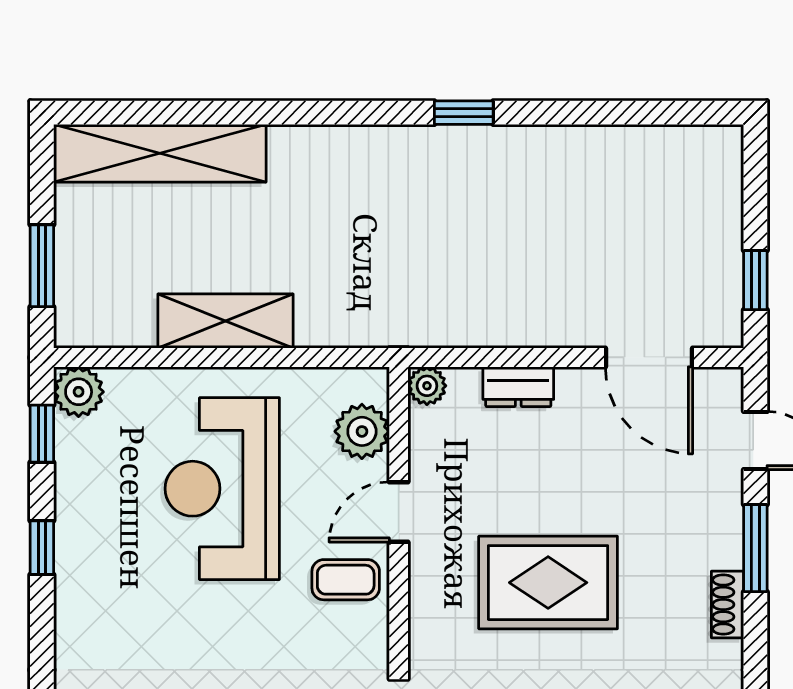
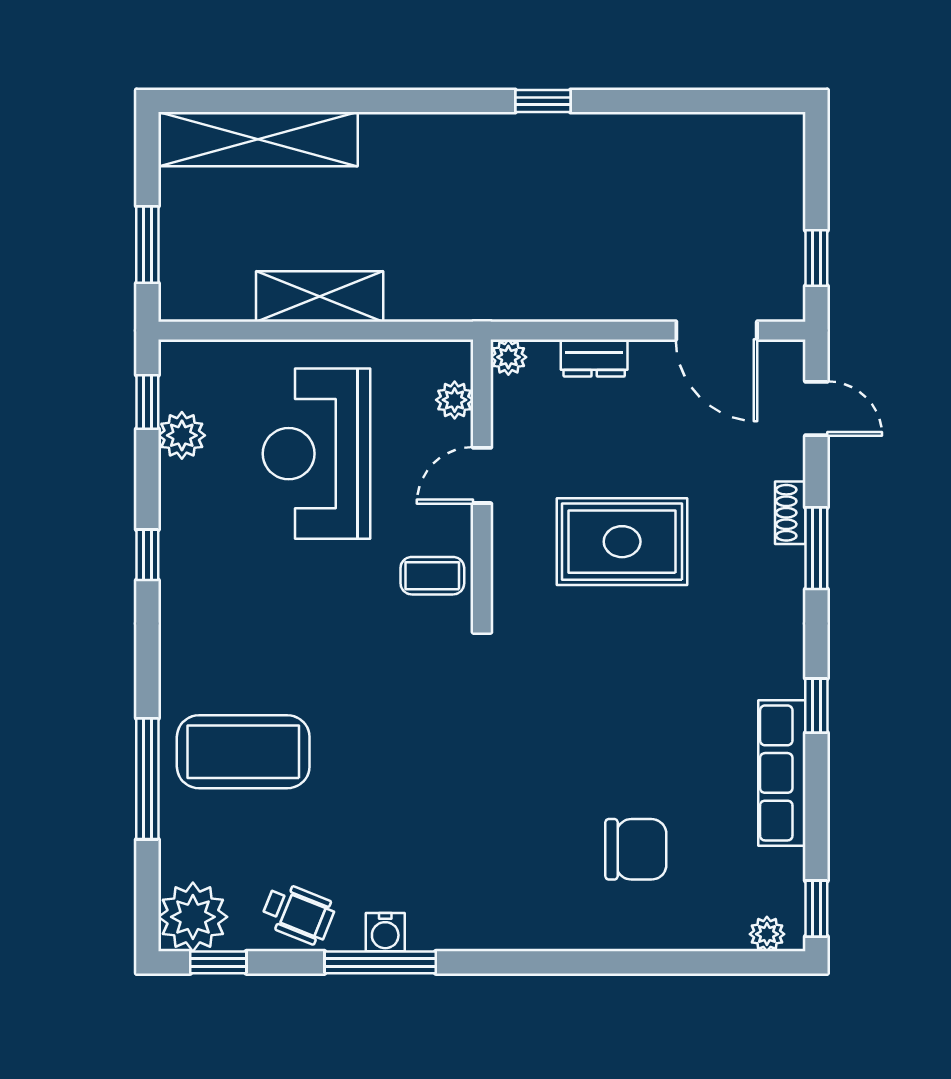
plant: (79, 392) -> (182, 435), moved
plant: (362, 431) -> (455, 400), width x0.73, depth x0.73
window: (42, 548) -> (147, 555), moved
window: (755, 548) -> (816, 548), moved
coffee table: (346, 580) -> (432, 576), moved
shoe rack: (727, 605) -> (790, 513), moved

